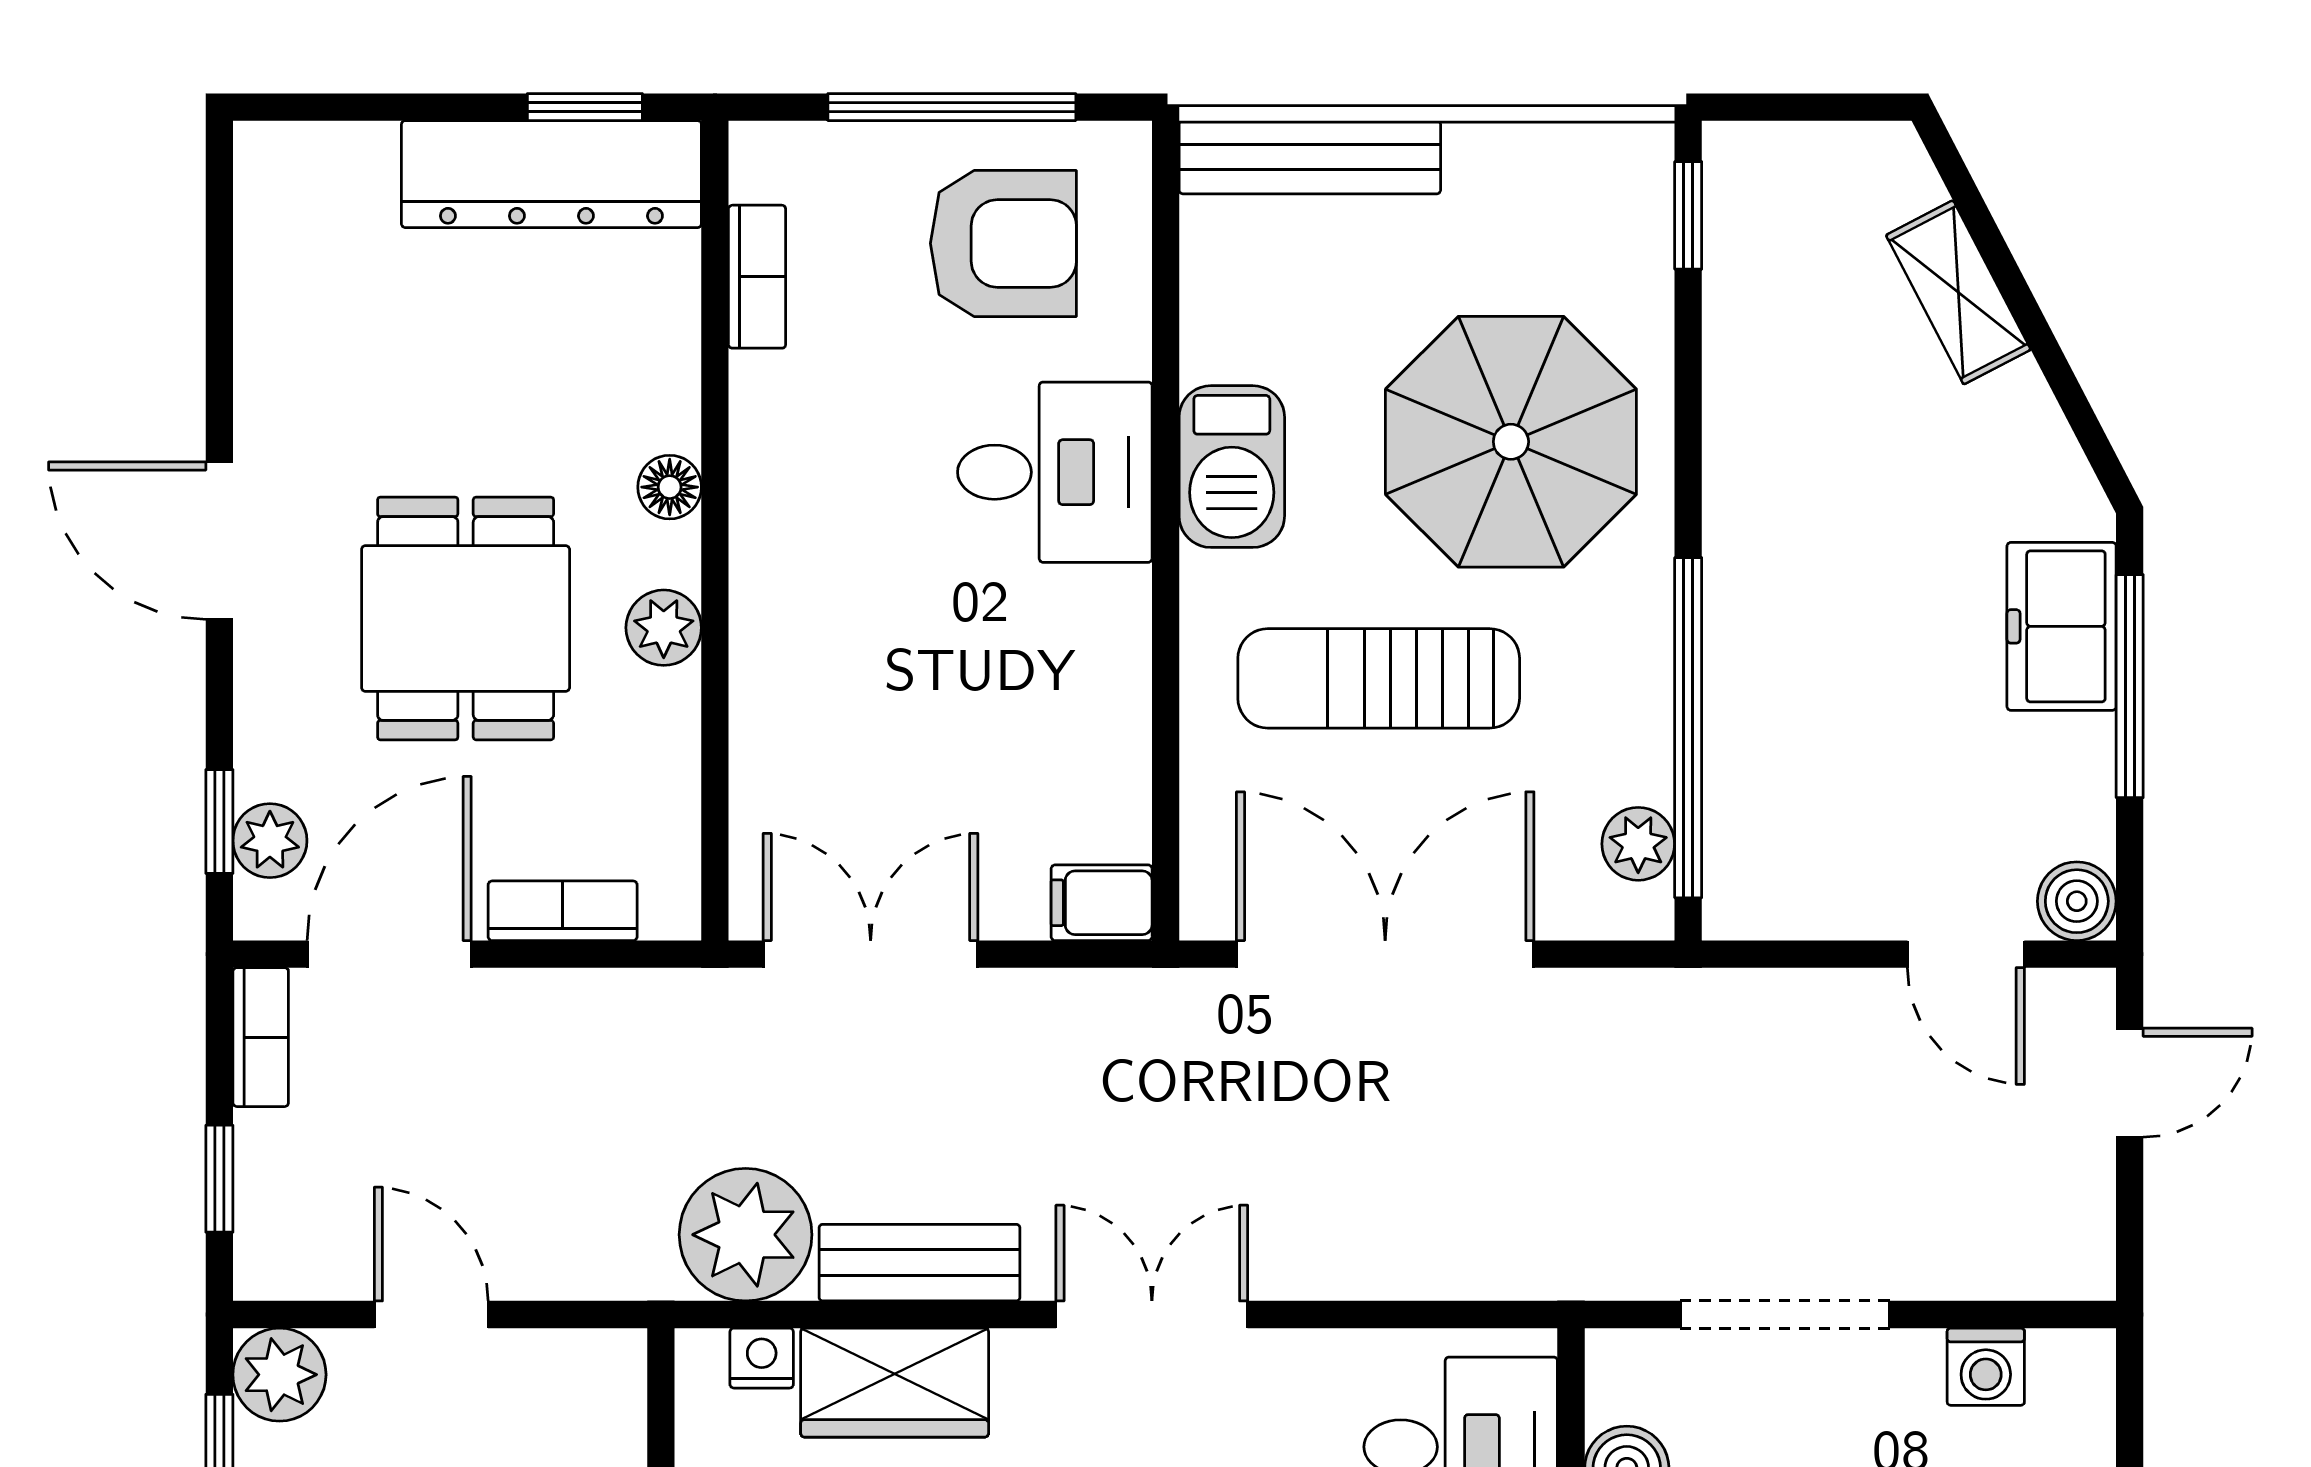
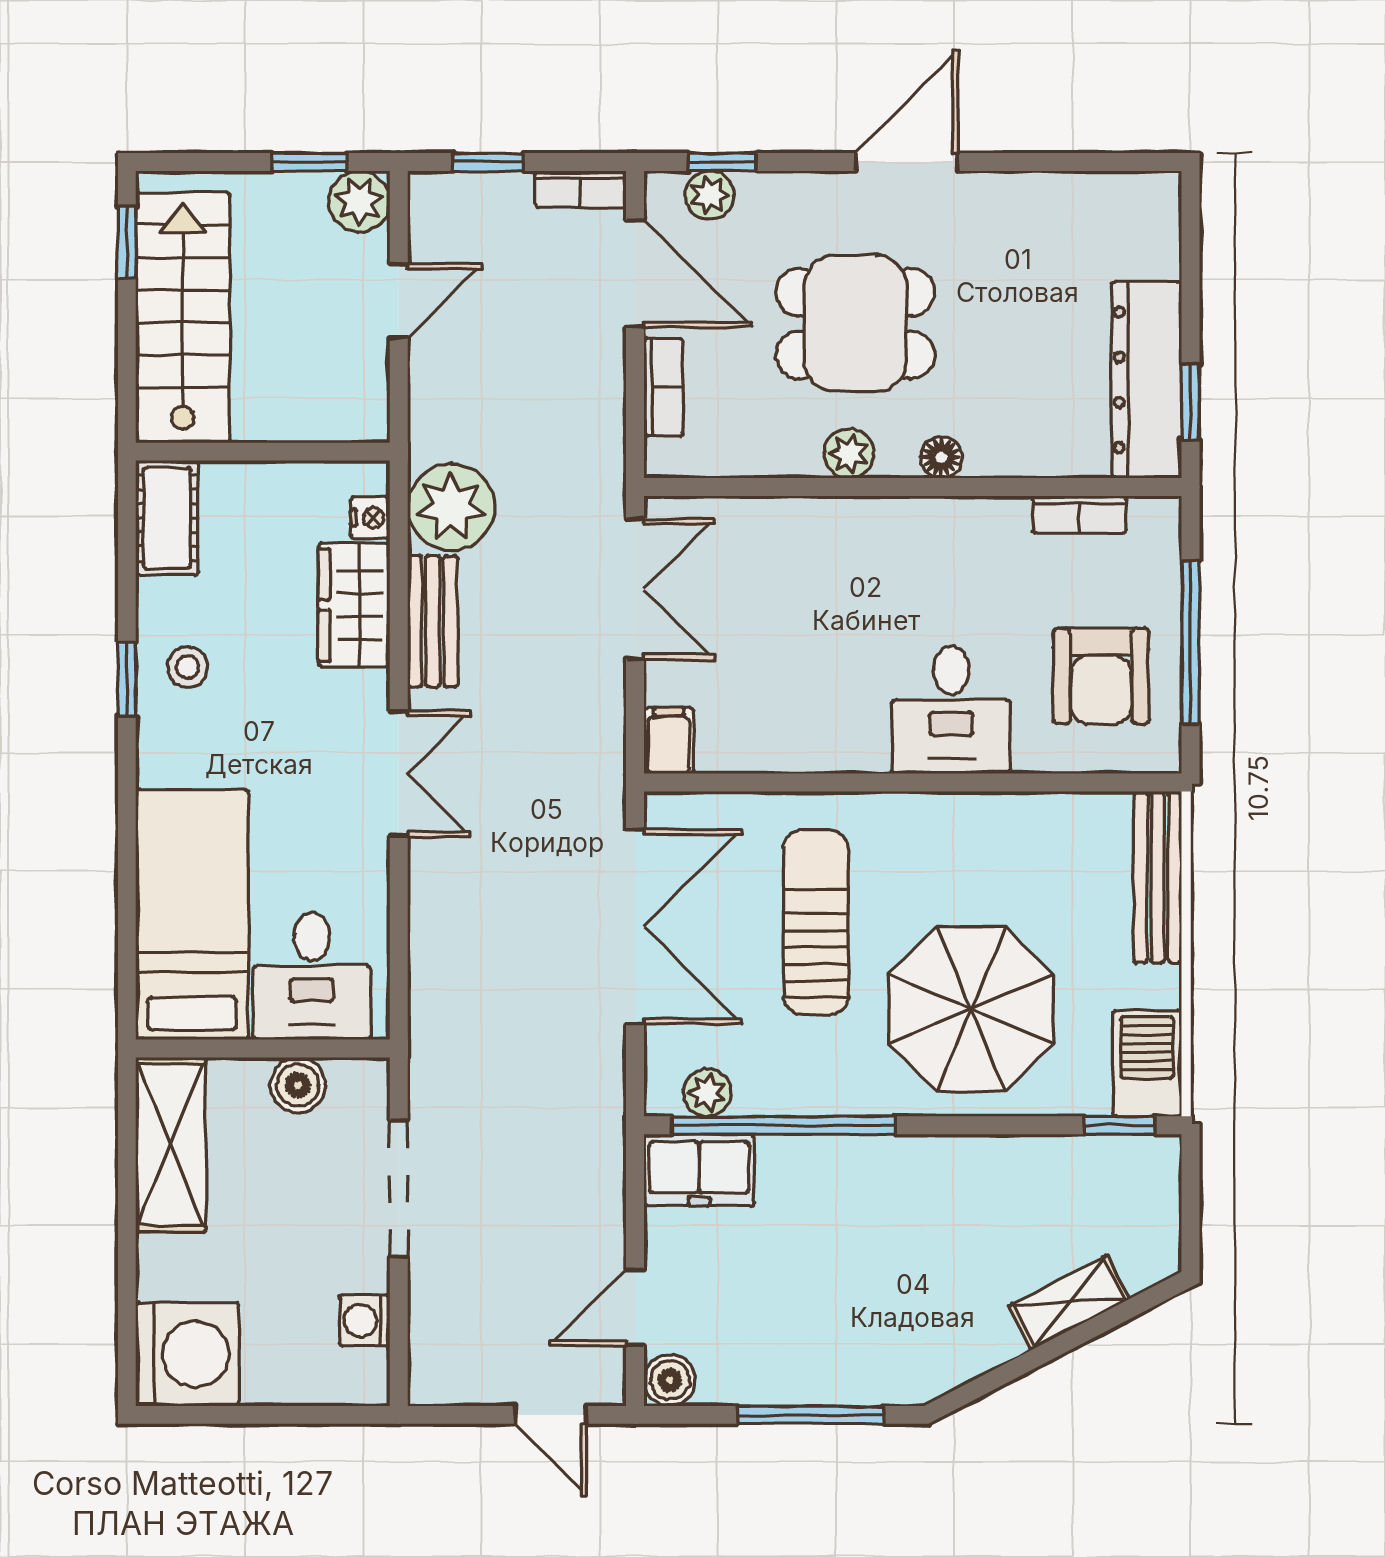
barbecue: (1232, 467) -> (1147, 1063), moved, turned 90
freezer: (2062, 626) -> (699, 1170), moved, turned 180

